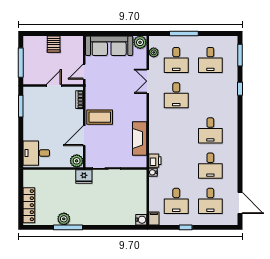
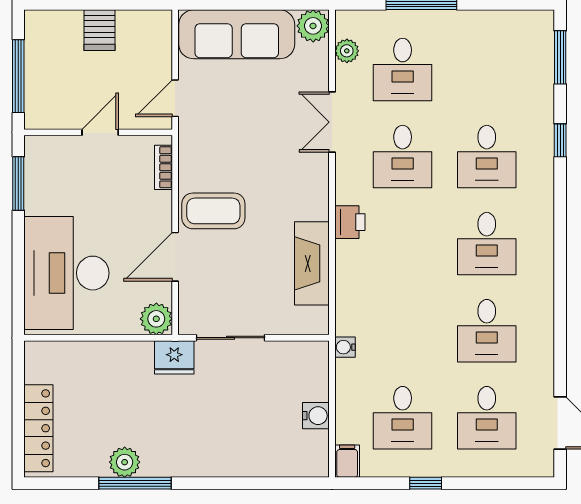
desk: (210, 60) -> (487, 157), moved
desk: (36, 153) -> (66, 273), width x1.87, depth x1.30
printer: (155, 161) -> (350, 222), moved
water cooler: (141, 220) -> (316, 416), moved

